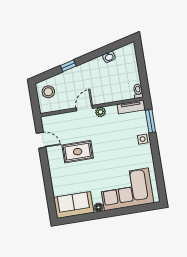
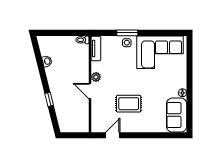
stool: (48, 92) -> (70, 122), removed
window: (150, 121) -> (127, 33), moved
rug: (78, 152) -> (129, 104), turned 90
corner sofa: (126, 189) -> (160, 52), moved, turned -90

